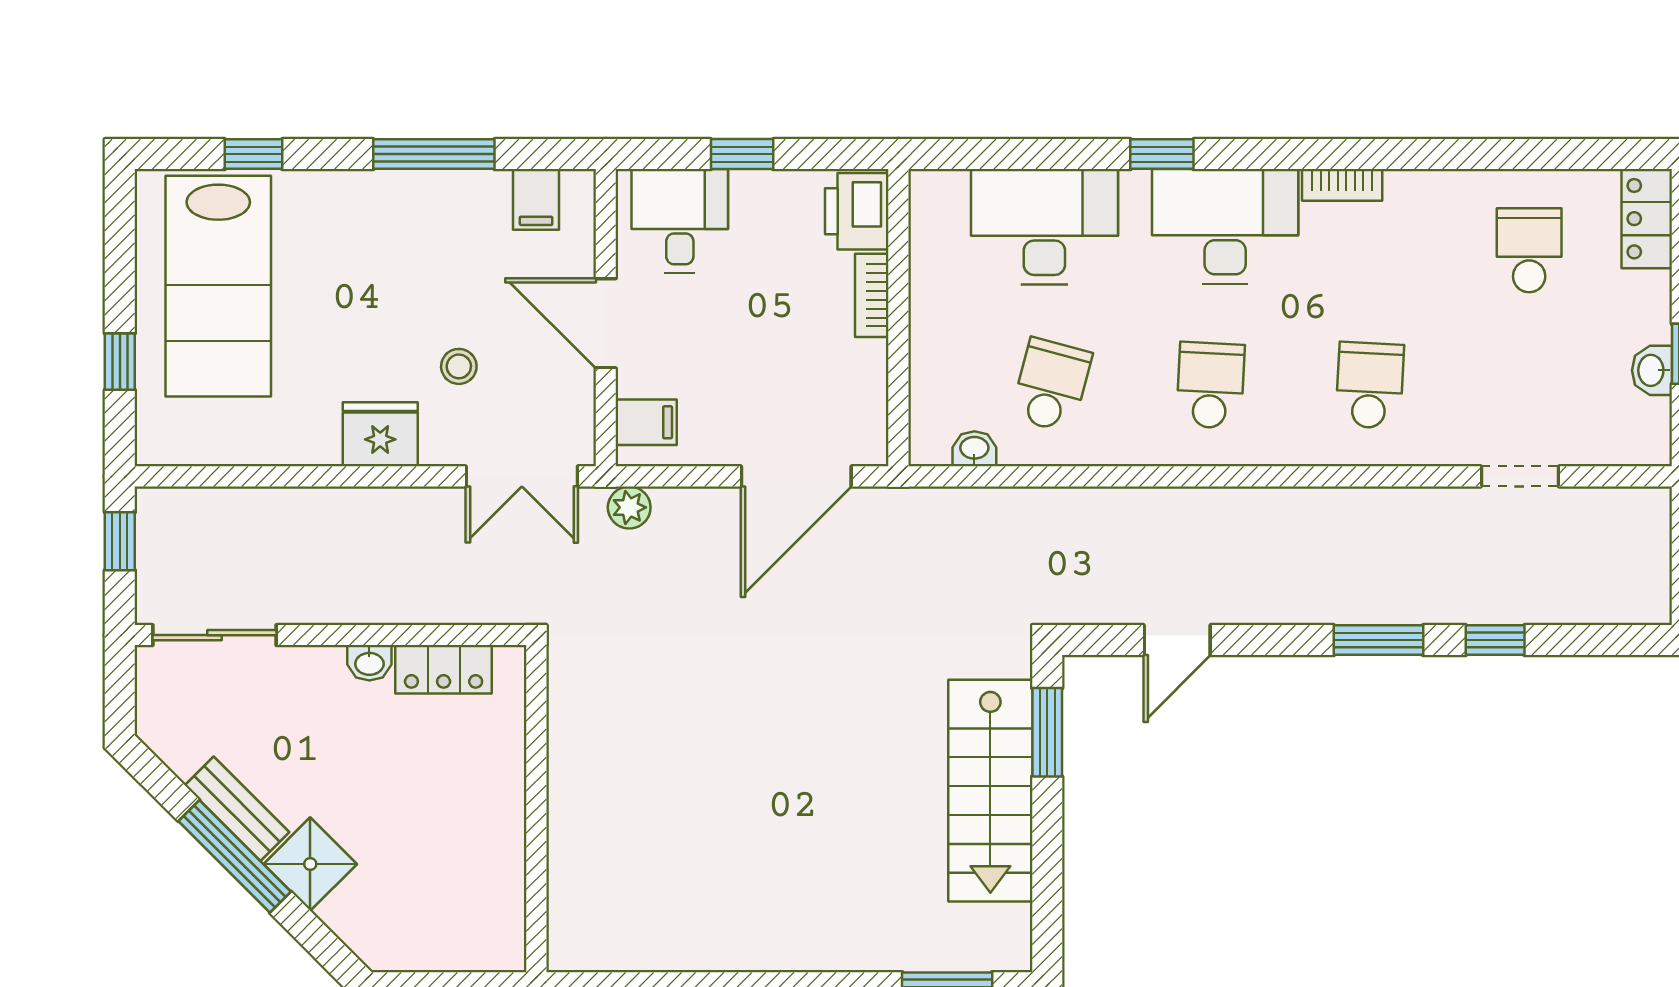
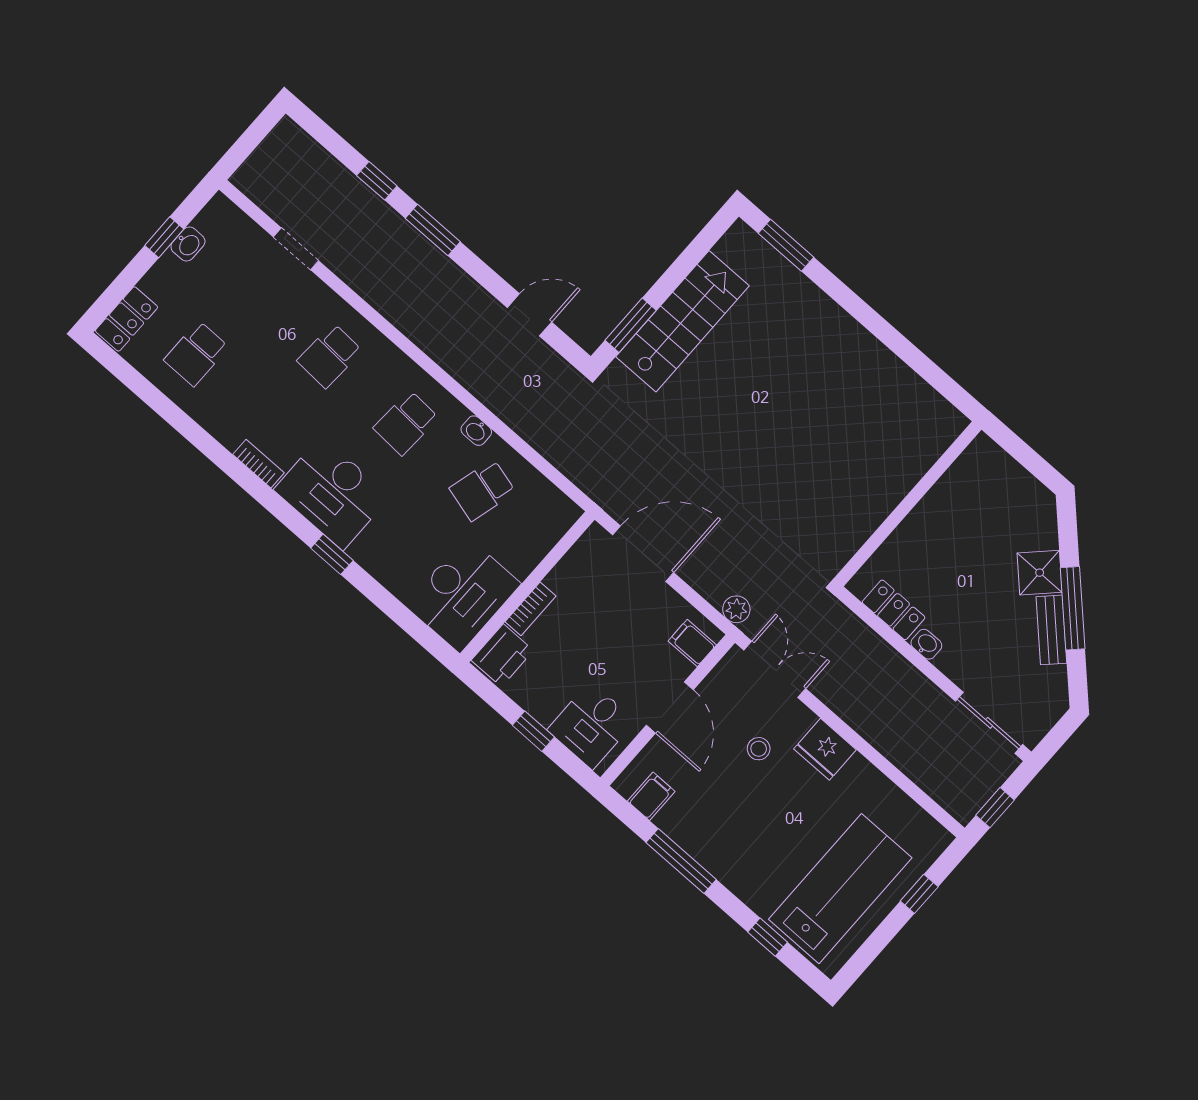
desk: (1044, 227) -> (463, 595), moved, turned -90
washbasin: (974, 449) -> (476, 431), moved

